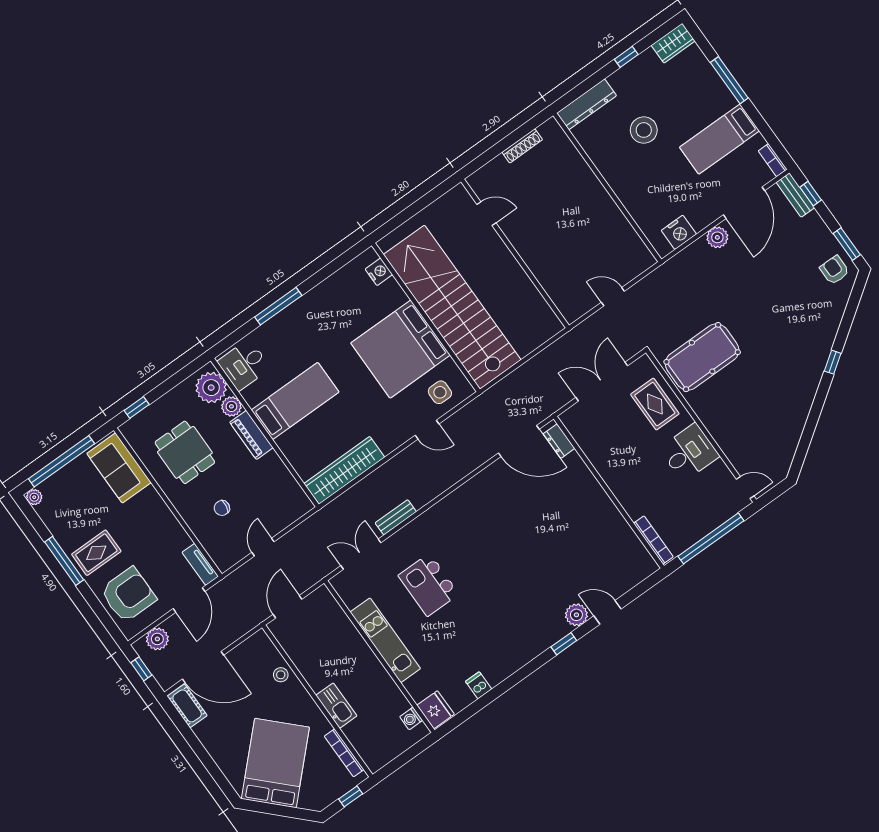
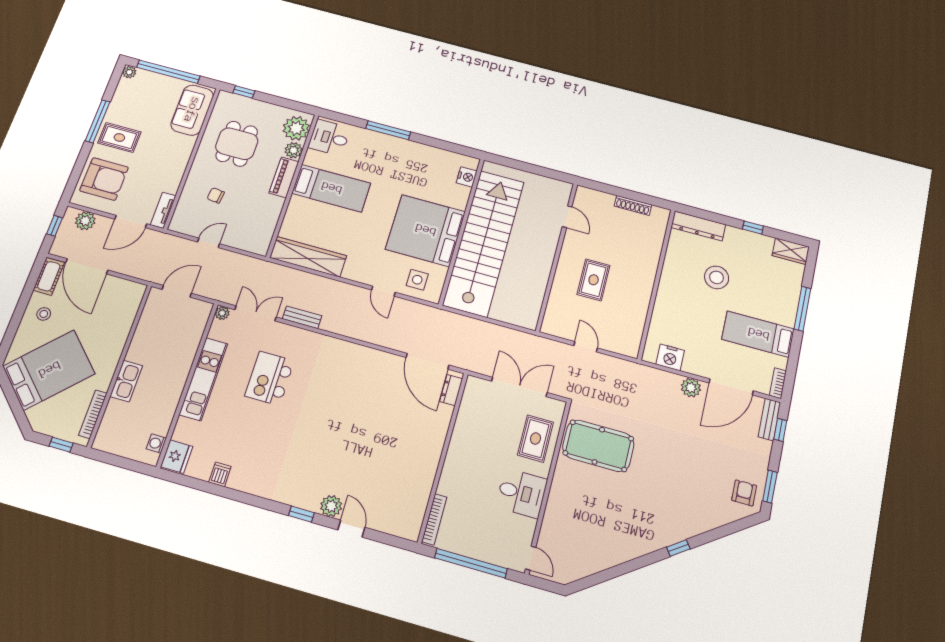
rug: (561, 239) -> (594, 280), added
plant: (338, 582) -> (222, 313), added
stool: (281, 675) -> (44, 314), moved

